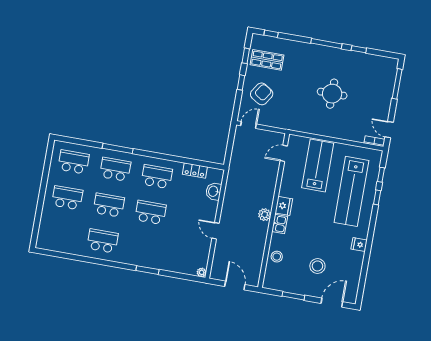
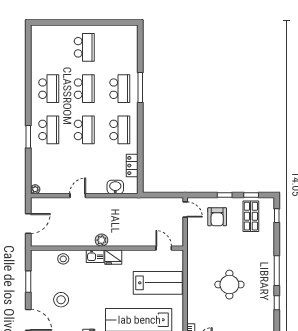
armchair: (262, 94) -> (217, 217), turned 57
school desk: (73, 162) -> (49, 130), moved

